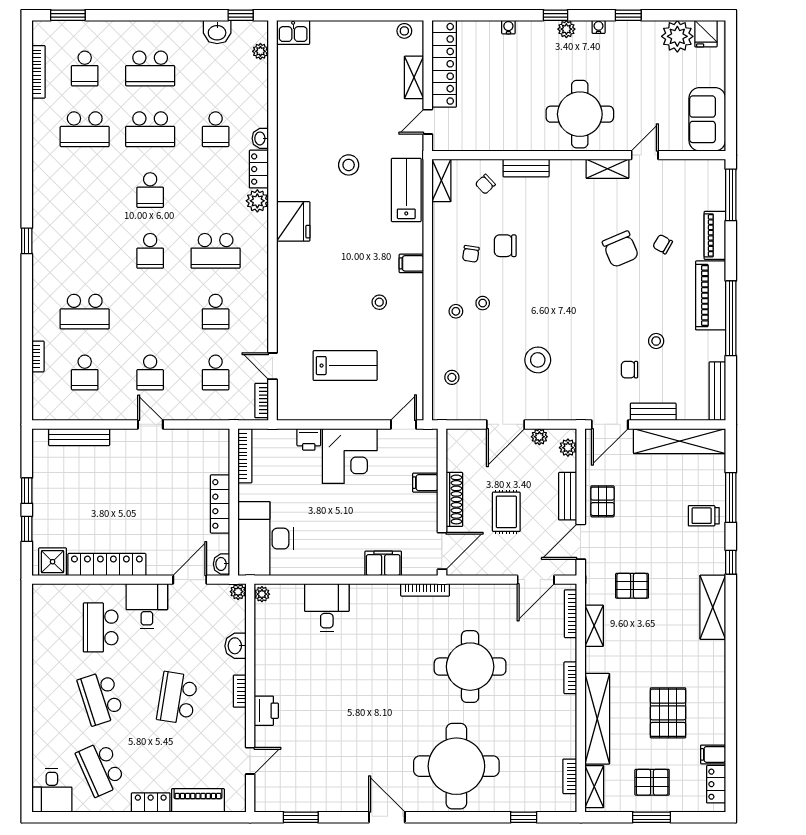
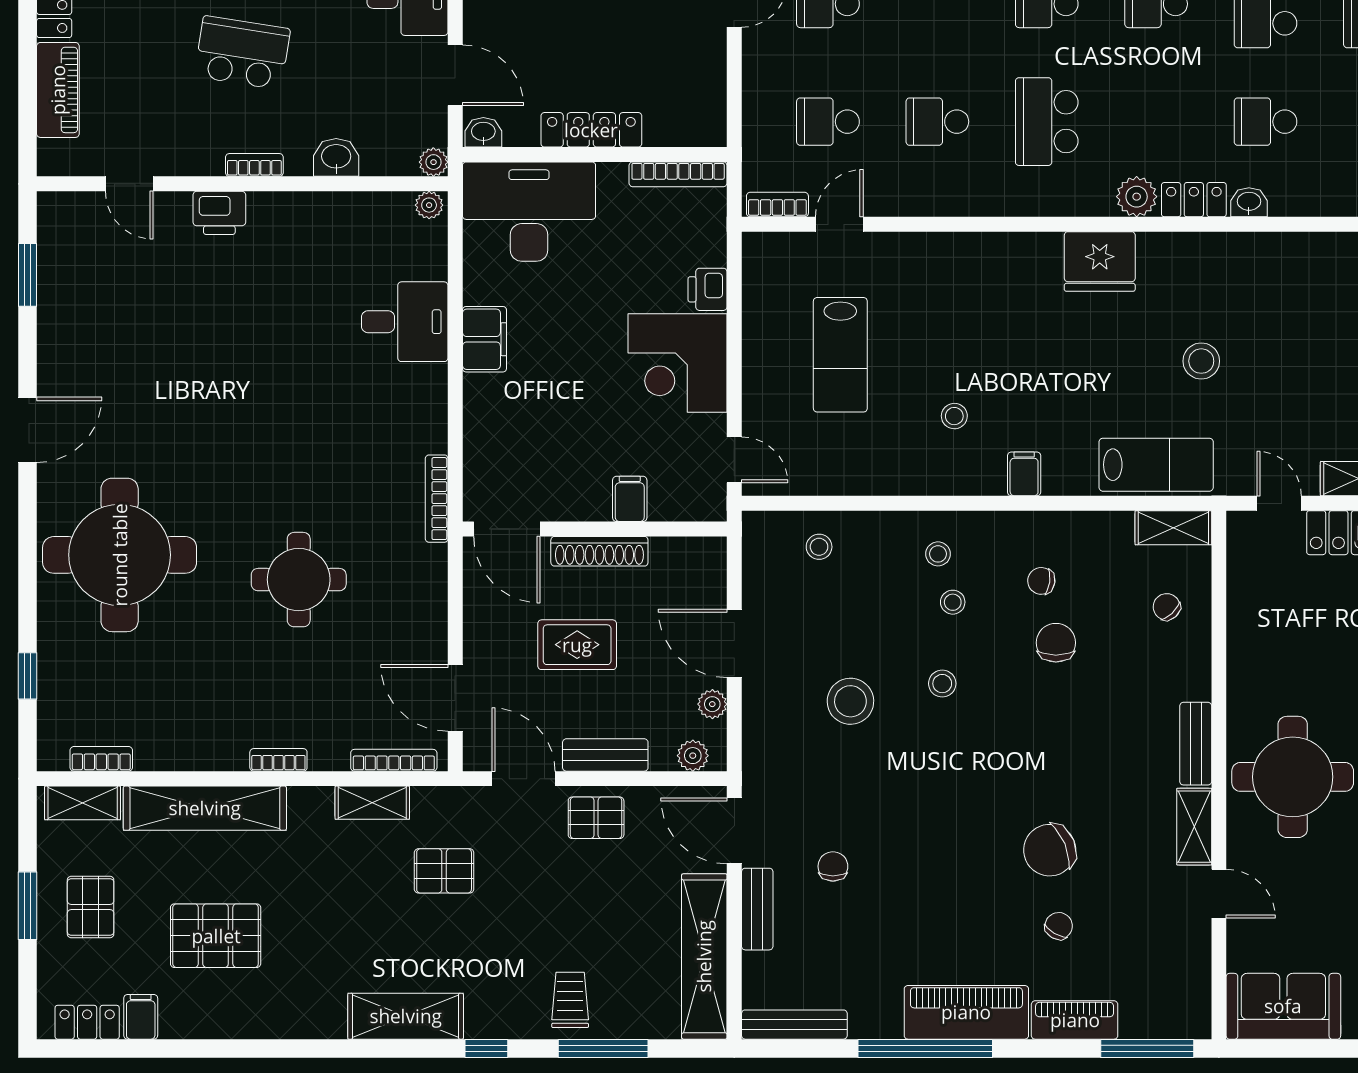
bench: (526, 168) -> (1196, 744), moved
stool: (656, 341) -> (942, 684), moved
filing cabinet: (383, 563) -> (484, 339), moved
pallet: (632, 586) -> (444, 871), turned 90
round table: (470, 667) -> (299, 580), width x0.73, depth x0.73

